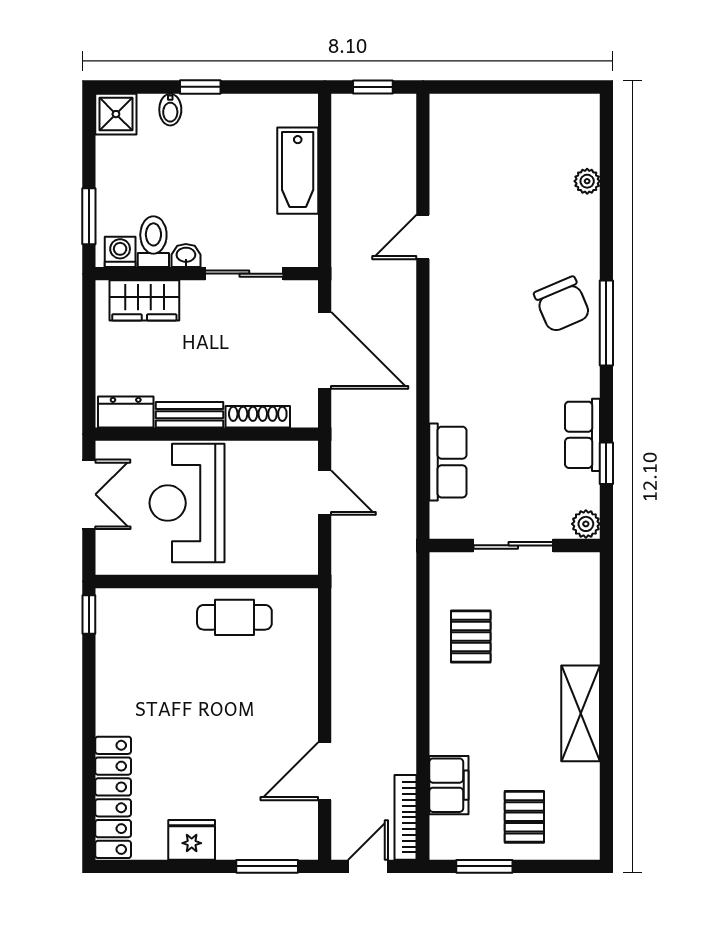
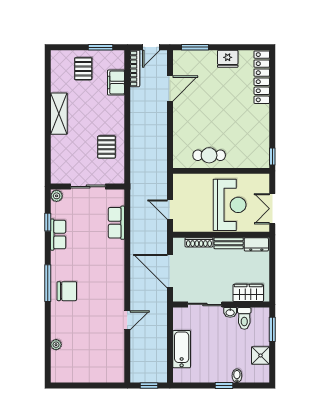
shower: (116, 114) -> (261, 355), moved
washing machine: (120, 252) -> (259, 314), removed
chair: (562, 304) -> (67, 291), turned 113

